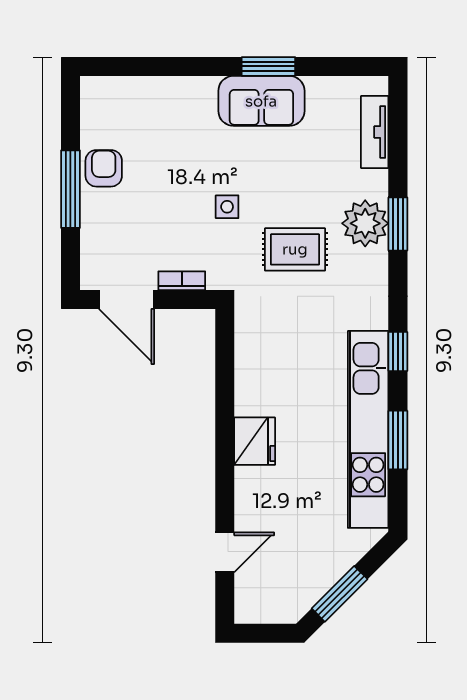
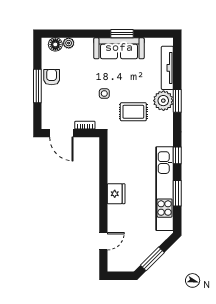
plant: (143, 89) -> (69, 43), added
floor lamp: (112, 92) -> (55, 44), added
sofa: (261, 101) -> (119, 48), width x1.36
tv unit: (375, 132) -> (167, 68), width x1.41

